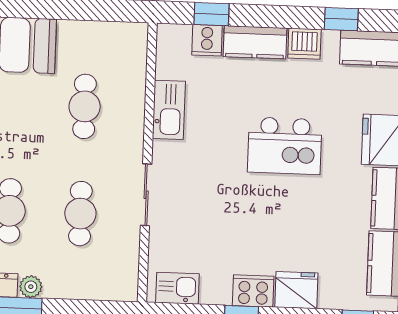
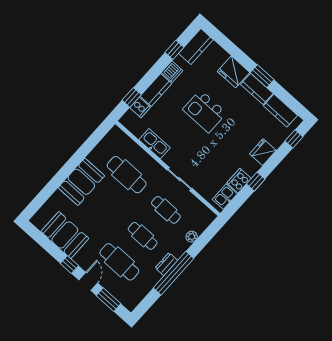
cafe table: (85, 106) -> (127, 175), width x1.37, depth x1.35
kitchen island: (285, 146) -> (205, 111), turned 90
plant: (31, 287) -> (192, 237), moved
cooker: (253, 291) -> (239, 181), moved

